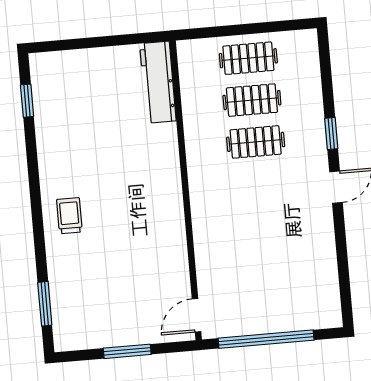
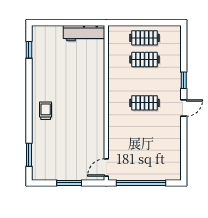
workbench: (158, 82) -> (84, 33), moved, turned -90
clothes rail: (256, 142) -> (145, 103), moved

